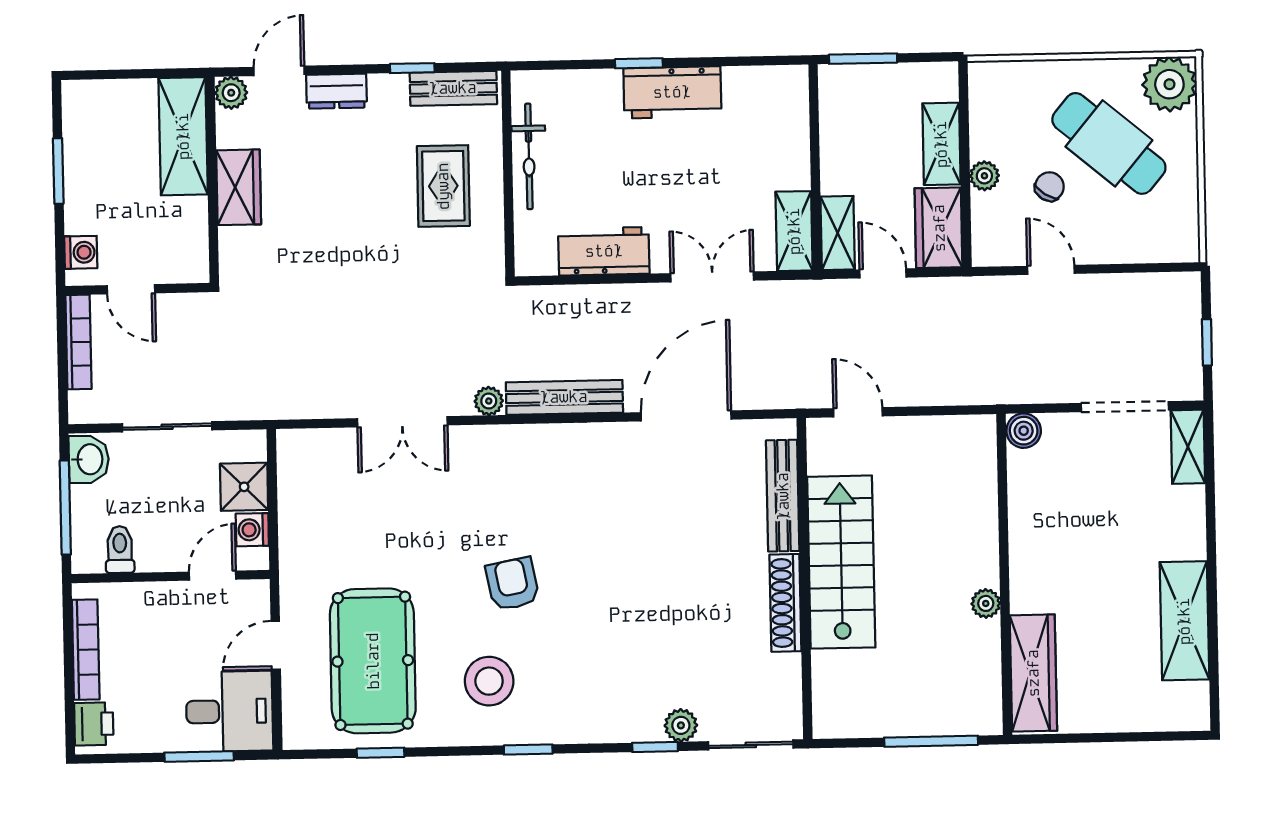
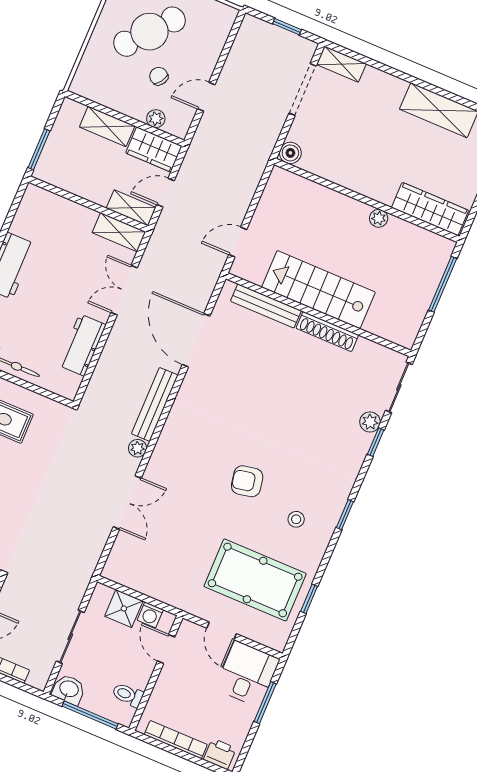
plant: (984, 176) -> (156, 119), moved
stool: (489, 681) -> (296, 519), width x0.53, depth x0.53

